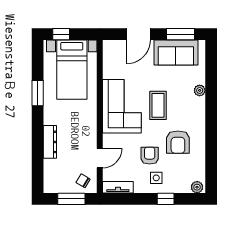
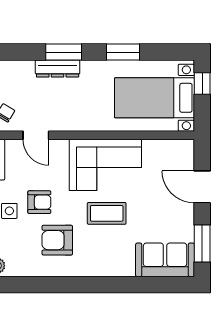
sofa: (176, 53) -> (165, 260), moved, turned 90
plant: (200, 90) -> (127, 269), removed
window: (38, 137) -> (64, 52), added

